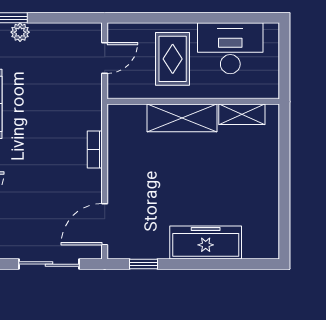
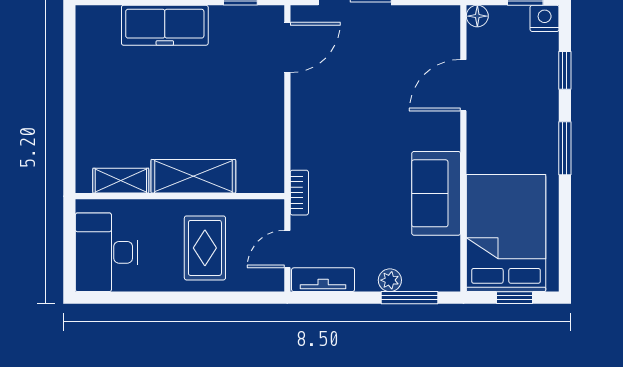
tv unit: (75, 33) -> (323, 280), added
desk: (230, 48) -> (106, 252), moved, turned 90
bookcase: (95, 150) -> (299, 193), moved

